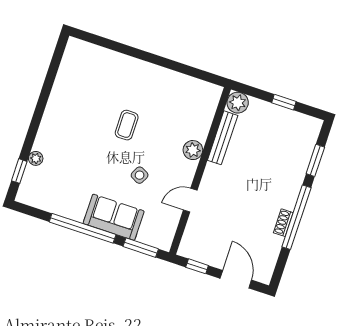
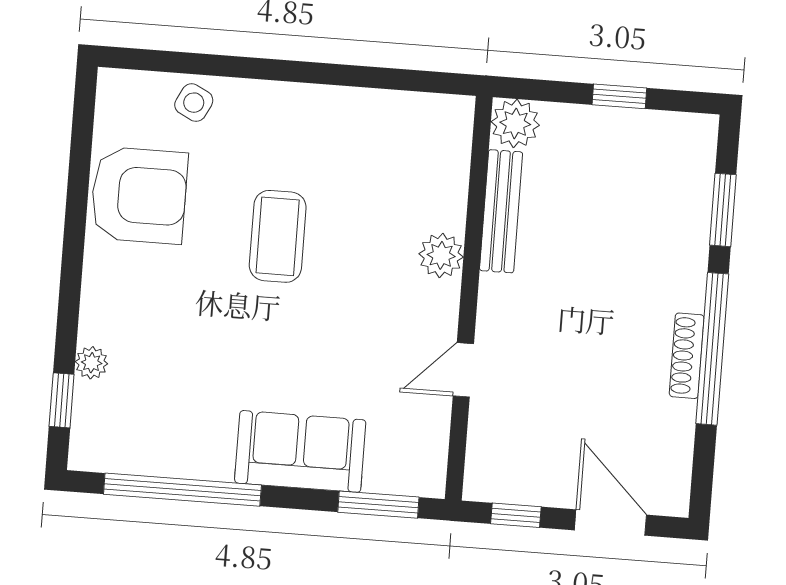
armchair: (73, 93) -> (139, 195), added
coffee table: (127, 125) -> (278, 236), width x1.36, depth x1.30
side table: (140, 175) -> (194, 103), moved
shoe rack: (283, 223) -> (687, 356), width x1.43
window: (83, 228) -> (182, 490), moved

